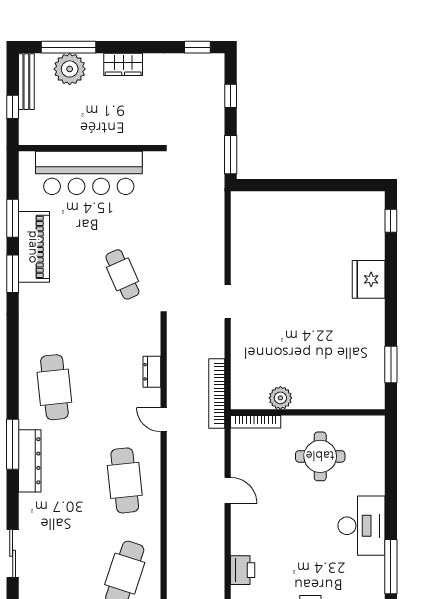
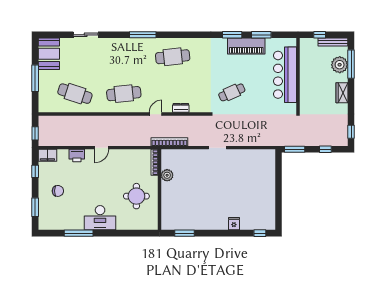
fridge: (369, 279) -> (234, 224), width x0.53, depth x0.75
dresser: (30, 461) -> (134, 44), removed
door: (228, 490) -> (102, 148), moved

